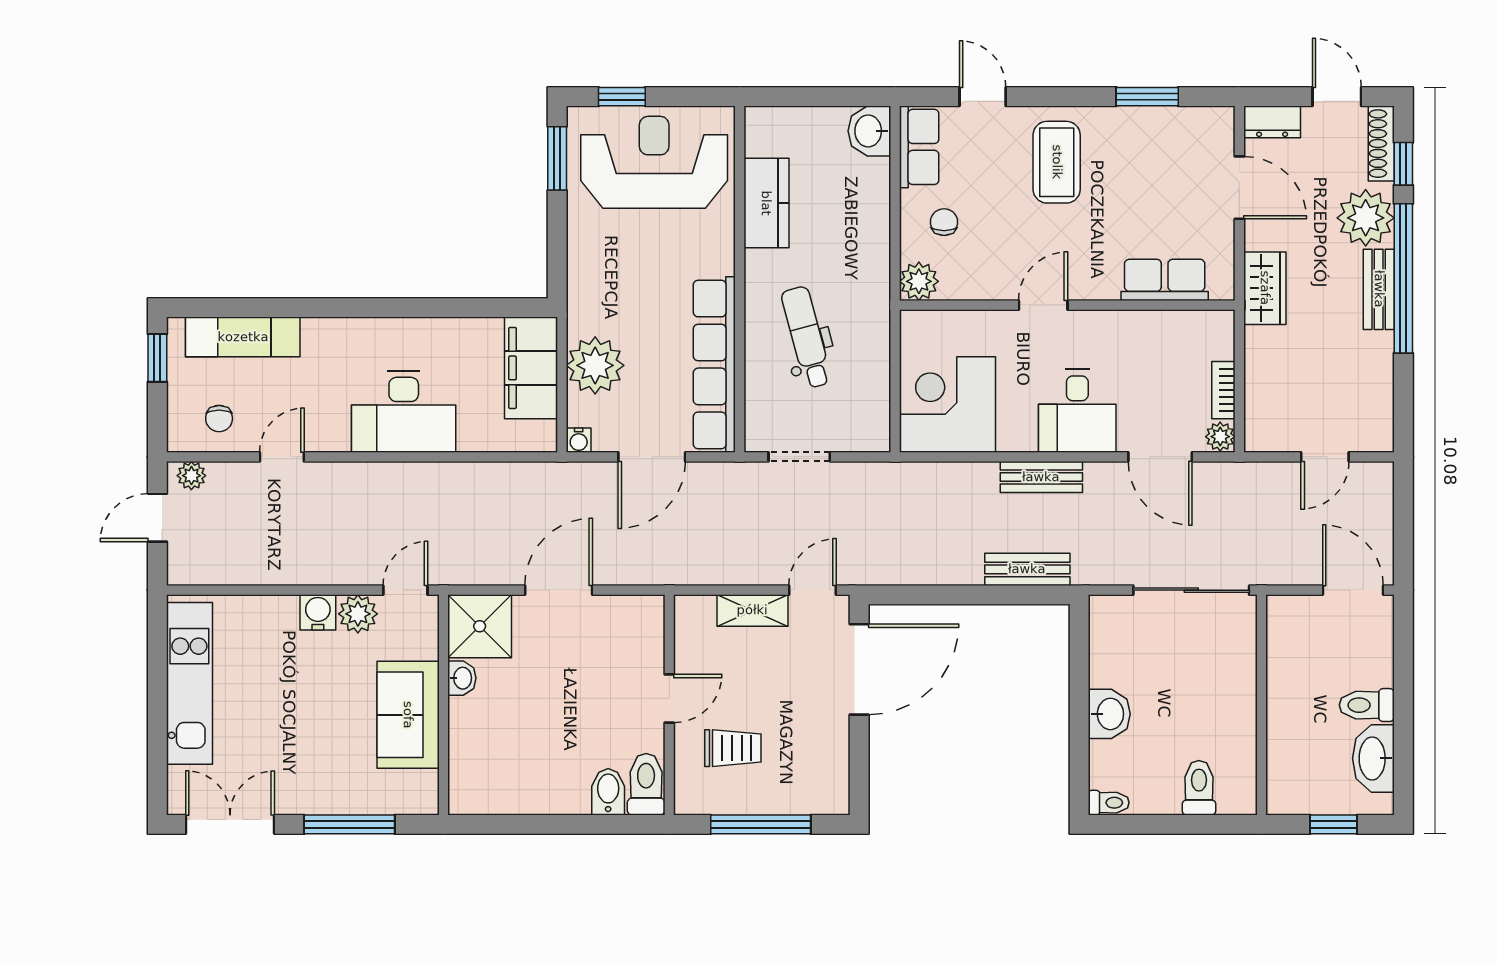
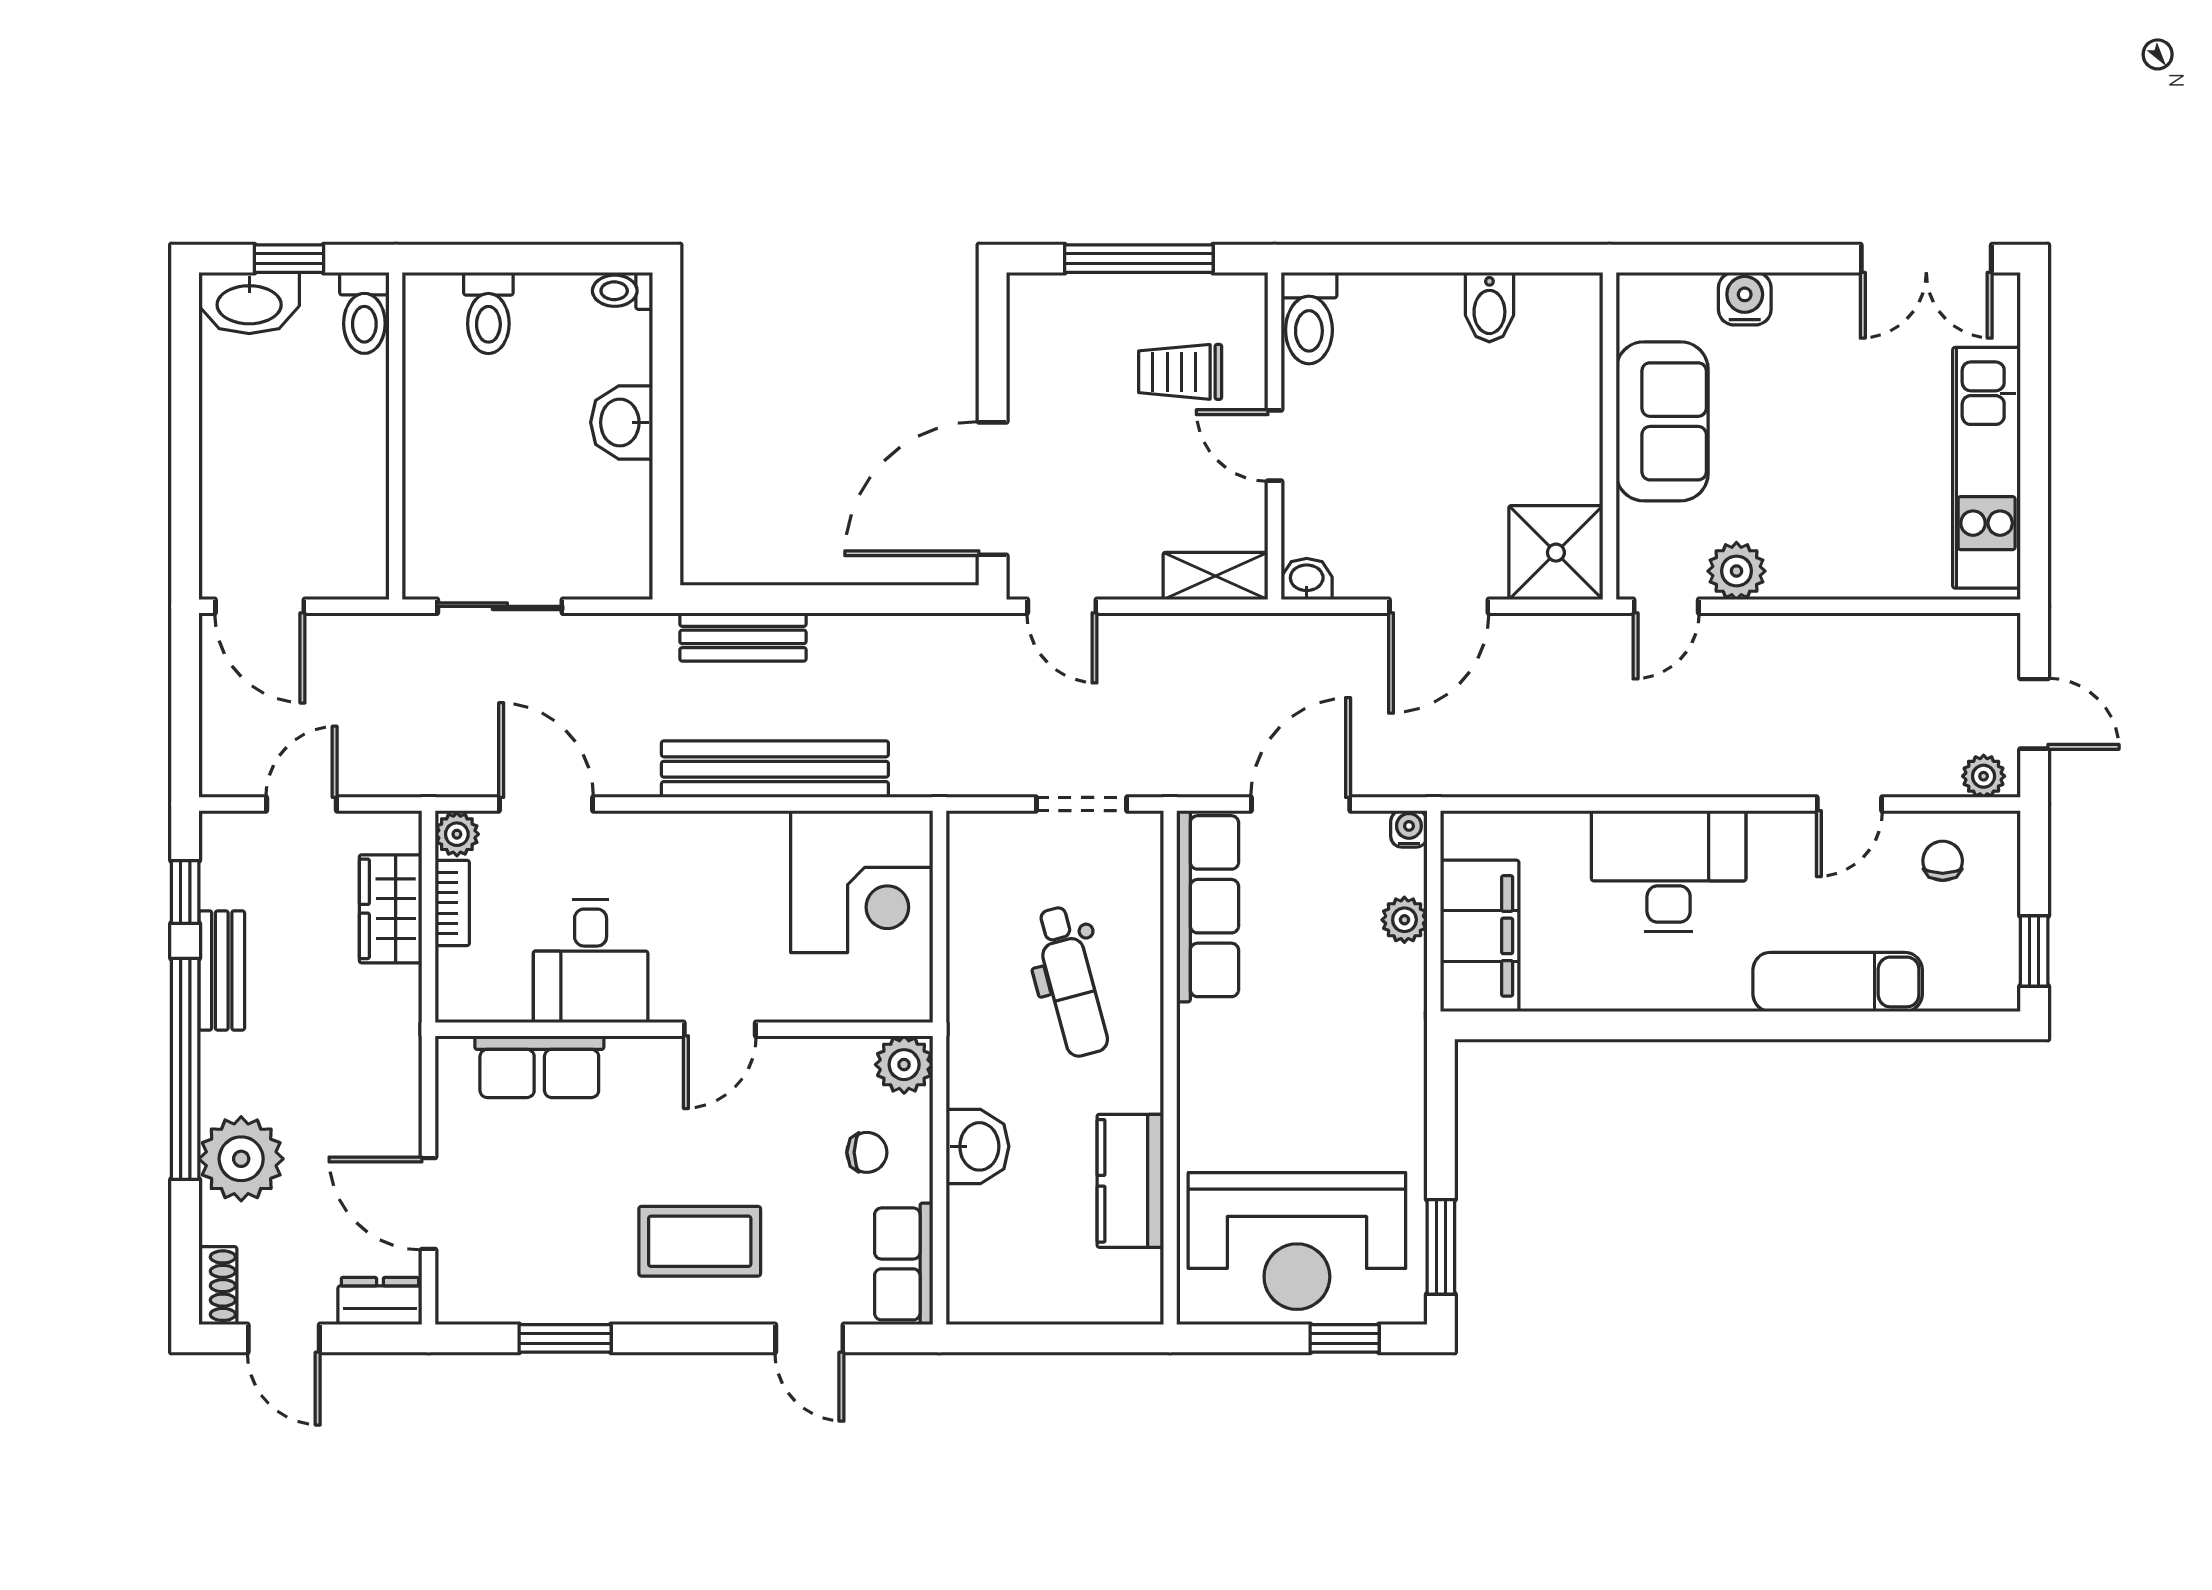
washbasin: (869, 131) -> (977, 1146), moved
shoe rack: (1381, 144) -> (218, 1286), width x0.70
coffee table: (1057, 162) -> (700, 1241), turned 90
window: (1403, 164) -> (185, 892), moved
chair: (944, 222) -> (867, 1152), turned -90
wardrobe: (1265, 288) -> (391, 909), moved
bench: (1379, 289) -> (222, 970), moved
exam couch: (243, 337) -> (1838, 982), moved
row of seats: (714, 364) -> (1208, 906), width x0.73
plant: (595, 365) -> (1404, 920), width x0.53, depth x0.53
desk: (1077, 411) -> (591, 961), moved, turned 180
bench: (1041, 477) -> (775, 769), width x1.86, depth x1.21
door: (157, 518) -> (2034, 714), hinge flipped
door: (813, 590) -> (1062, 606), hinge flipped
sliding door: (1191, 590) -> (500, 606), width x0.73
shelving: (752, 610) -> (1215, 576), moved
water cooler: (318, 612) -> (1745, 299), moved, turned 180
washbasin: (462, 678) -> (1307, 579), moved, turned 90
door: (669, 698) -> (1275, 446), hinge flipped
toilet: (1367, 705) -> (364, 313), moved, turned 90
washbasin: (1373, 758) -> (249, 303), moved, turned 90
bidet: (608, 792) -> (1489, 307), moved
window: (349, 824) -> (1749, 259), removed

